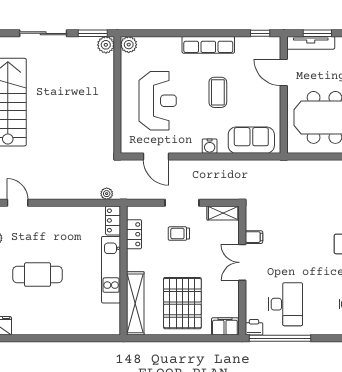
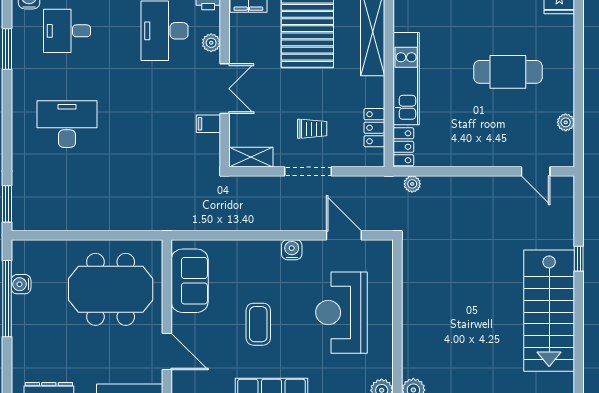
sofa: (251, 140) -> (190, 281), moved, turned -90
water cooler: (210, 146) -> (292, 250), moved
plant: (252, 296) -> (211, 43), added

